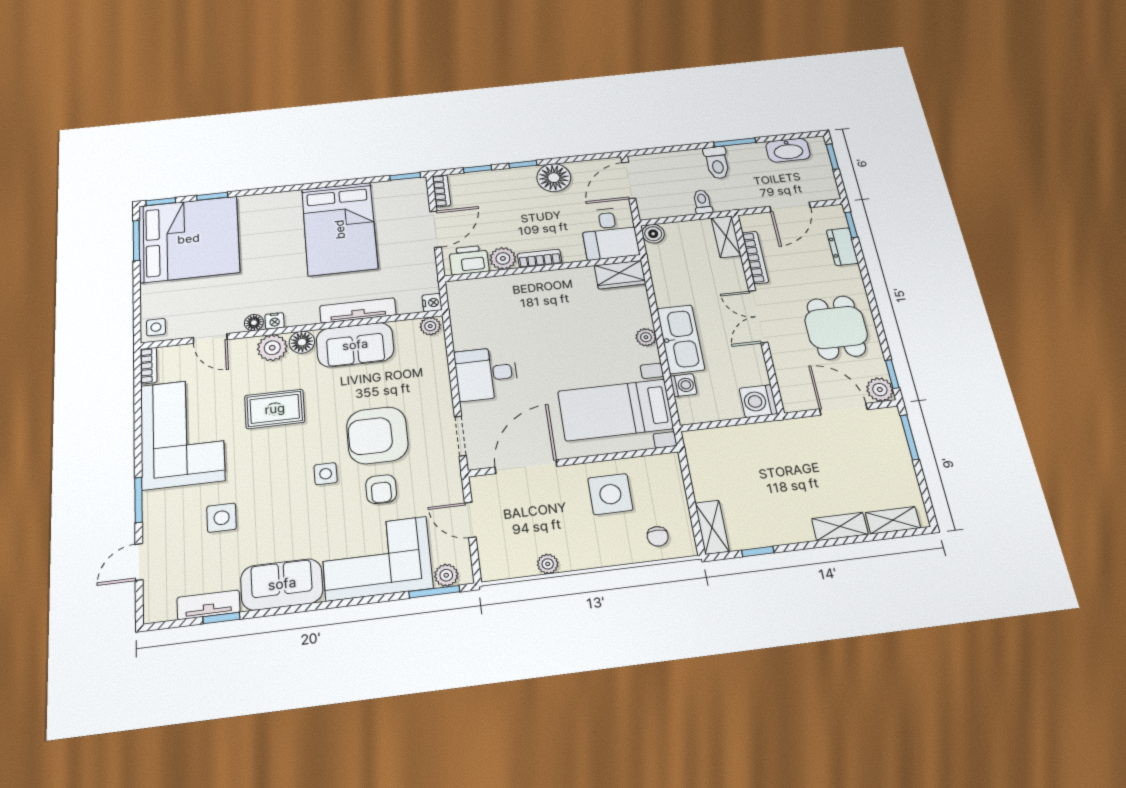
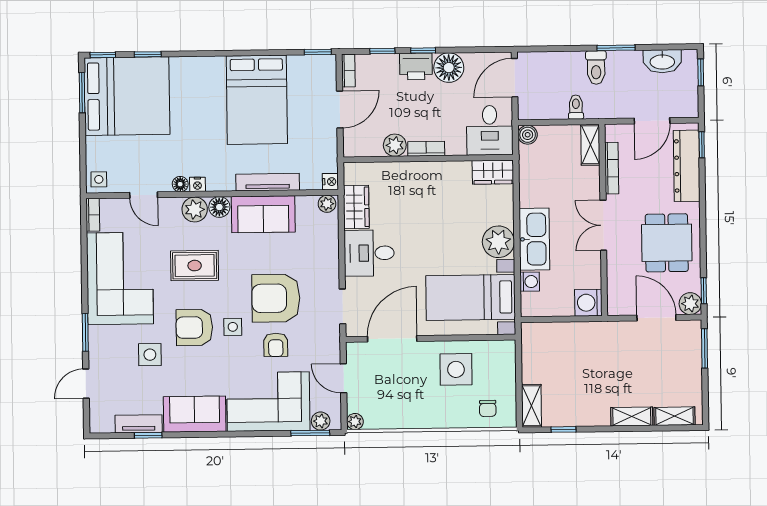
dresser: (842, 247) -> (687, 166), width x1.96, depth x1.24
printer: (469, 260) -> (416, 66), moved, turned 180
wardrobe: (465, 326) -> (356, 207), added
plant: (646, 337) -> (498, 242), width x1.87, depth x1.87
armchair: (277, 480) -> (194, 327), added
plant: (548, 564) -> (355, 422), moved

